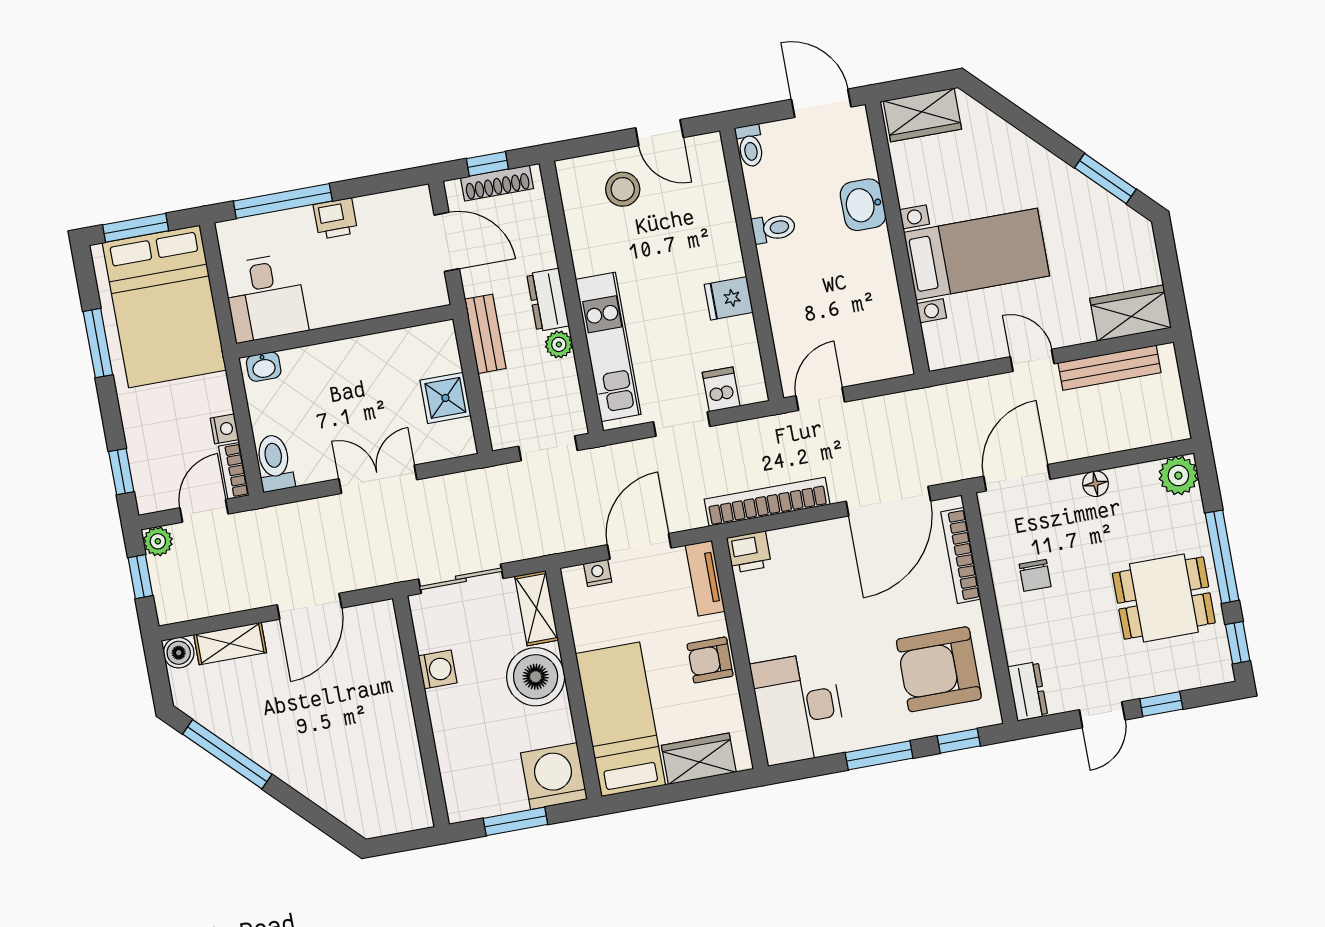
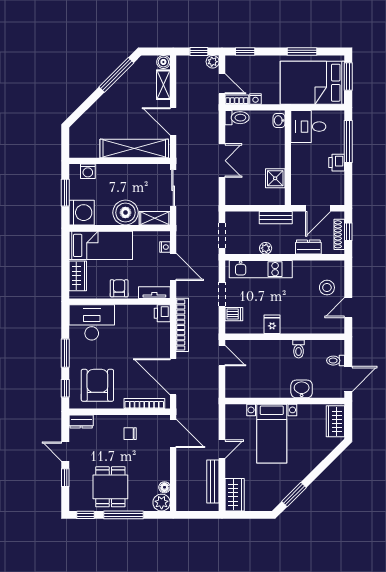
toilet: (750, 146) -> (336, 361), moved
dresser: (548, 300) -> (308, 247), moved
shower: (445, 398) -> (275, 178), moved
floor lamp: (1095, 484) -> (164, 487), moved
washing machine: (438, 669) -> (88, 171), moved
shelving: (387, 683) -> (134, 149), added

